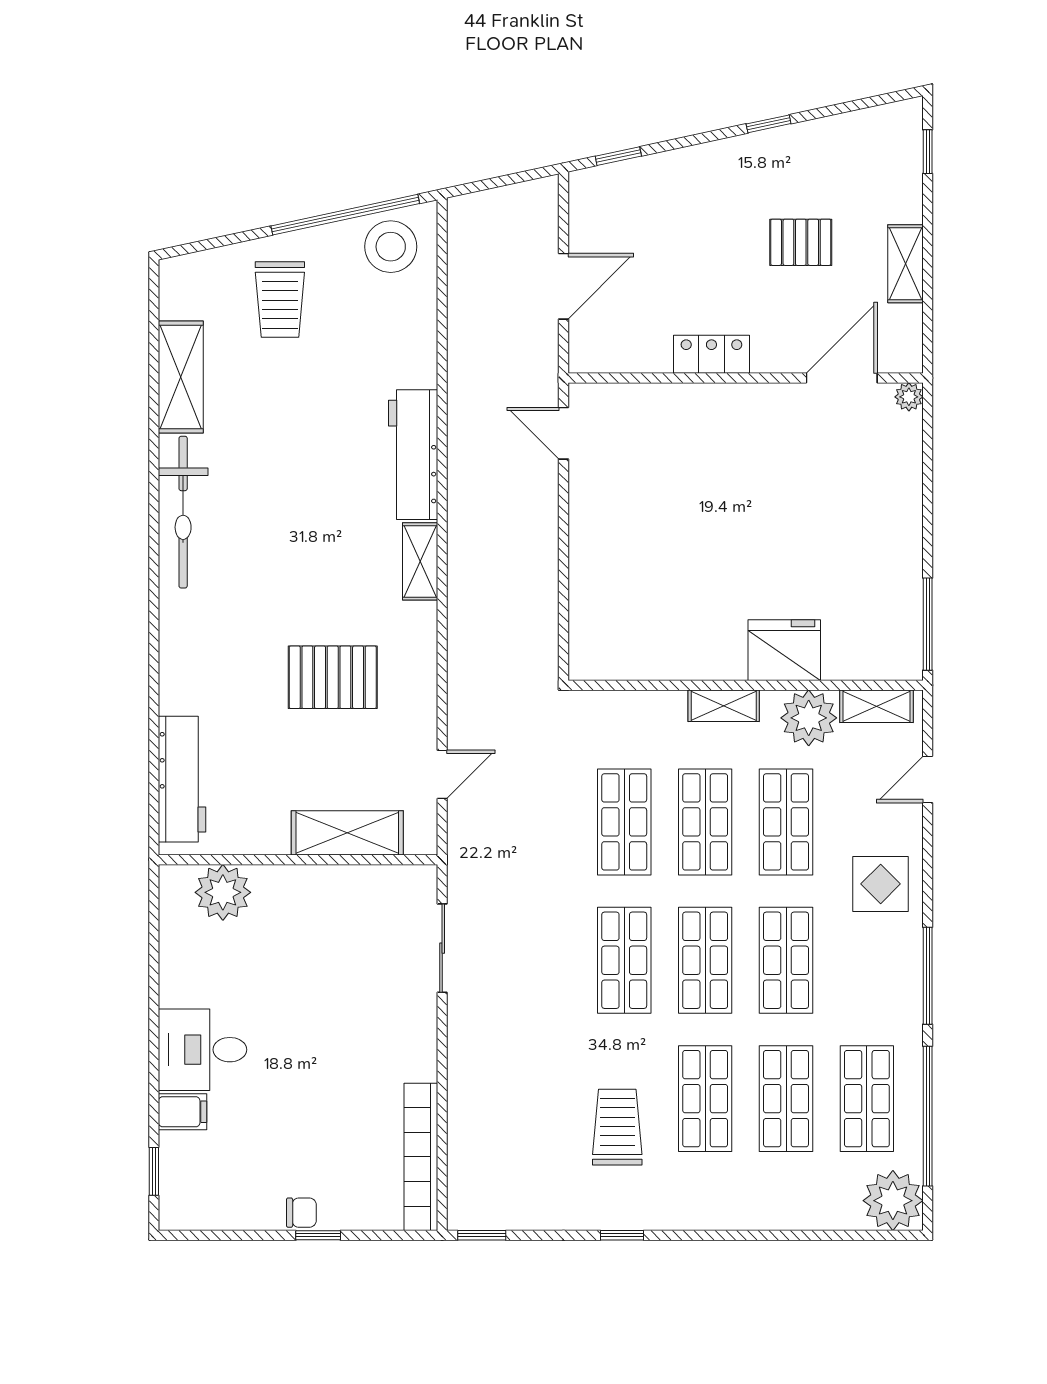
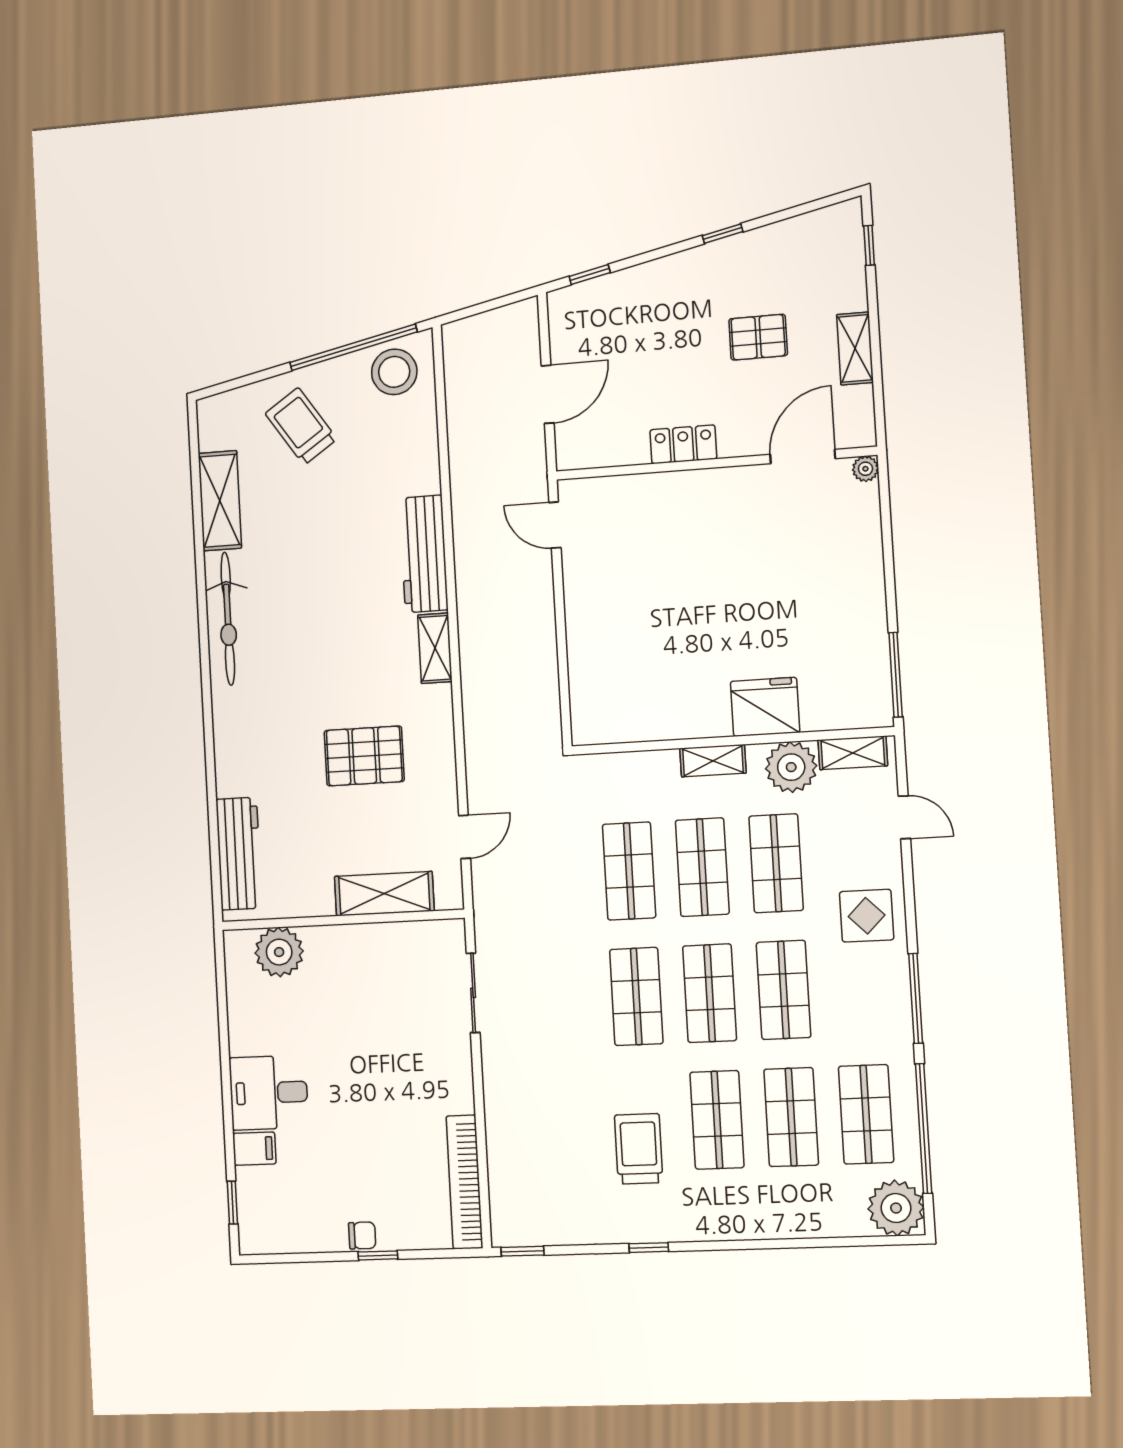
trolley: (280, 299) -> (301, 426), turned 146
door: (928, 779) -> (904, 817), swing flipped

